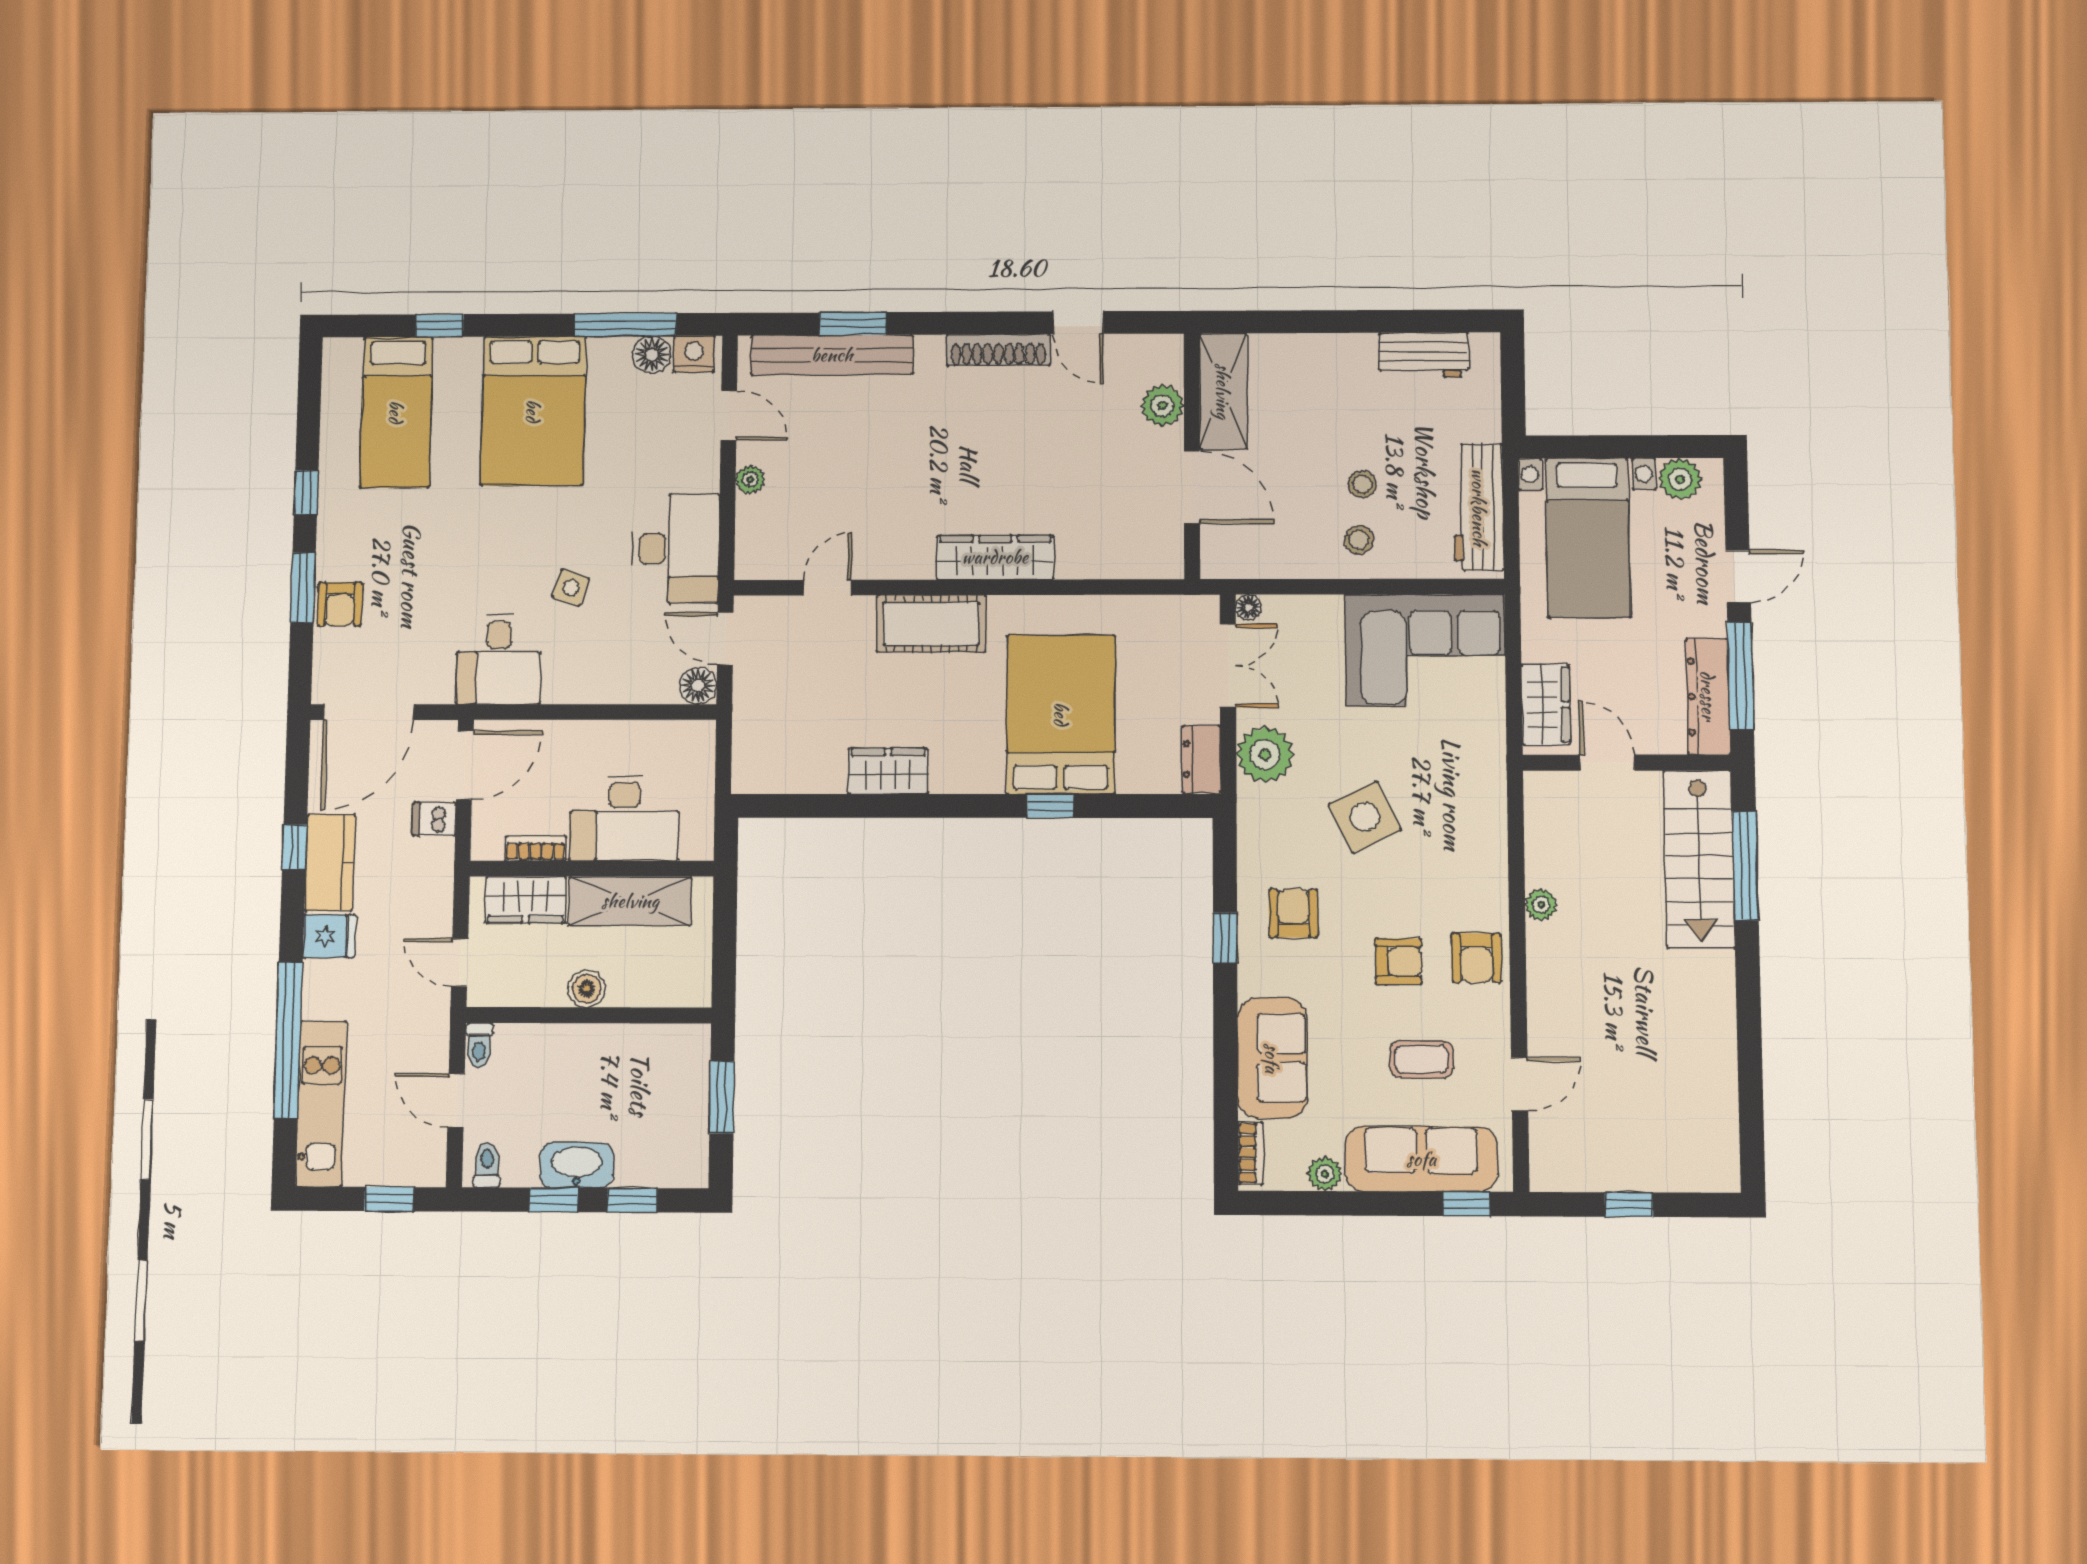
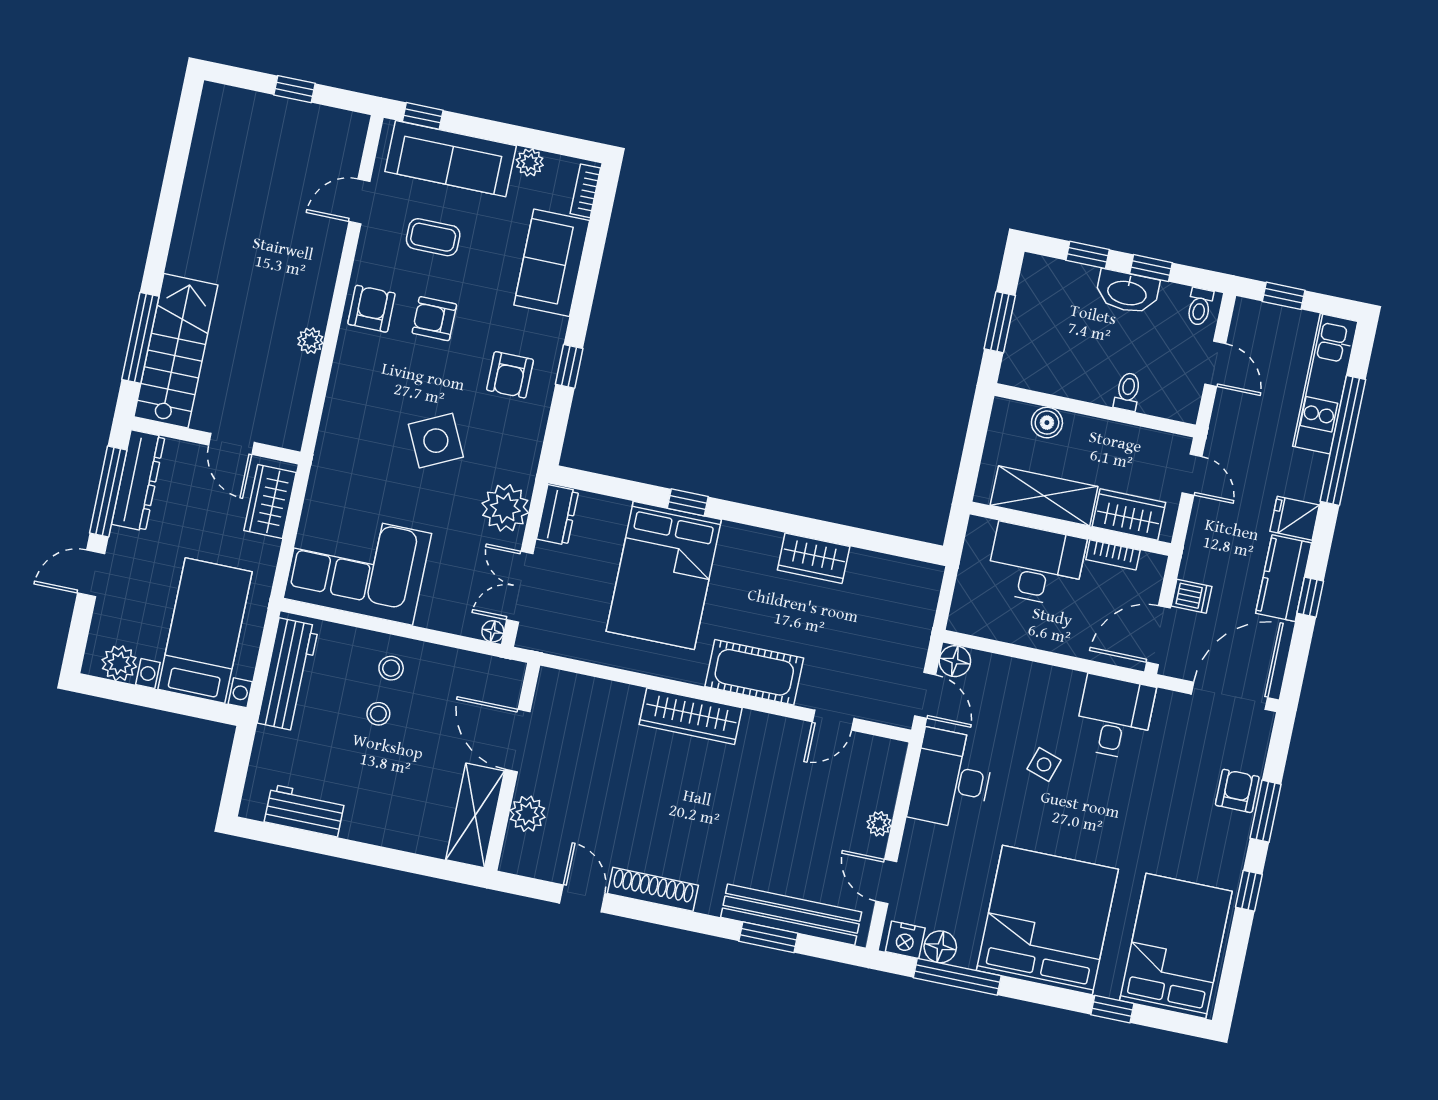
bed: (533, 411) -> (1047, 920), width x1.36
bed: (396, 412) -> (1176, 946), width x1.50
boiler: (587, 989) -> (1047, 423), moved
toilet: (479, 1045) -> (1128, 392), moved

